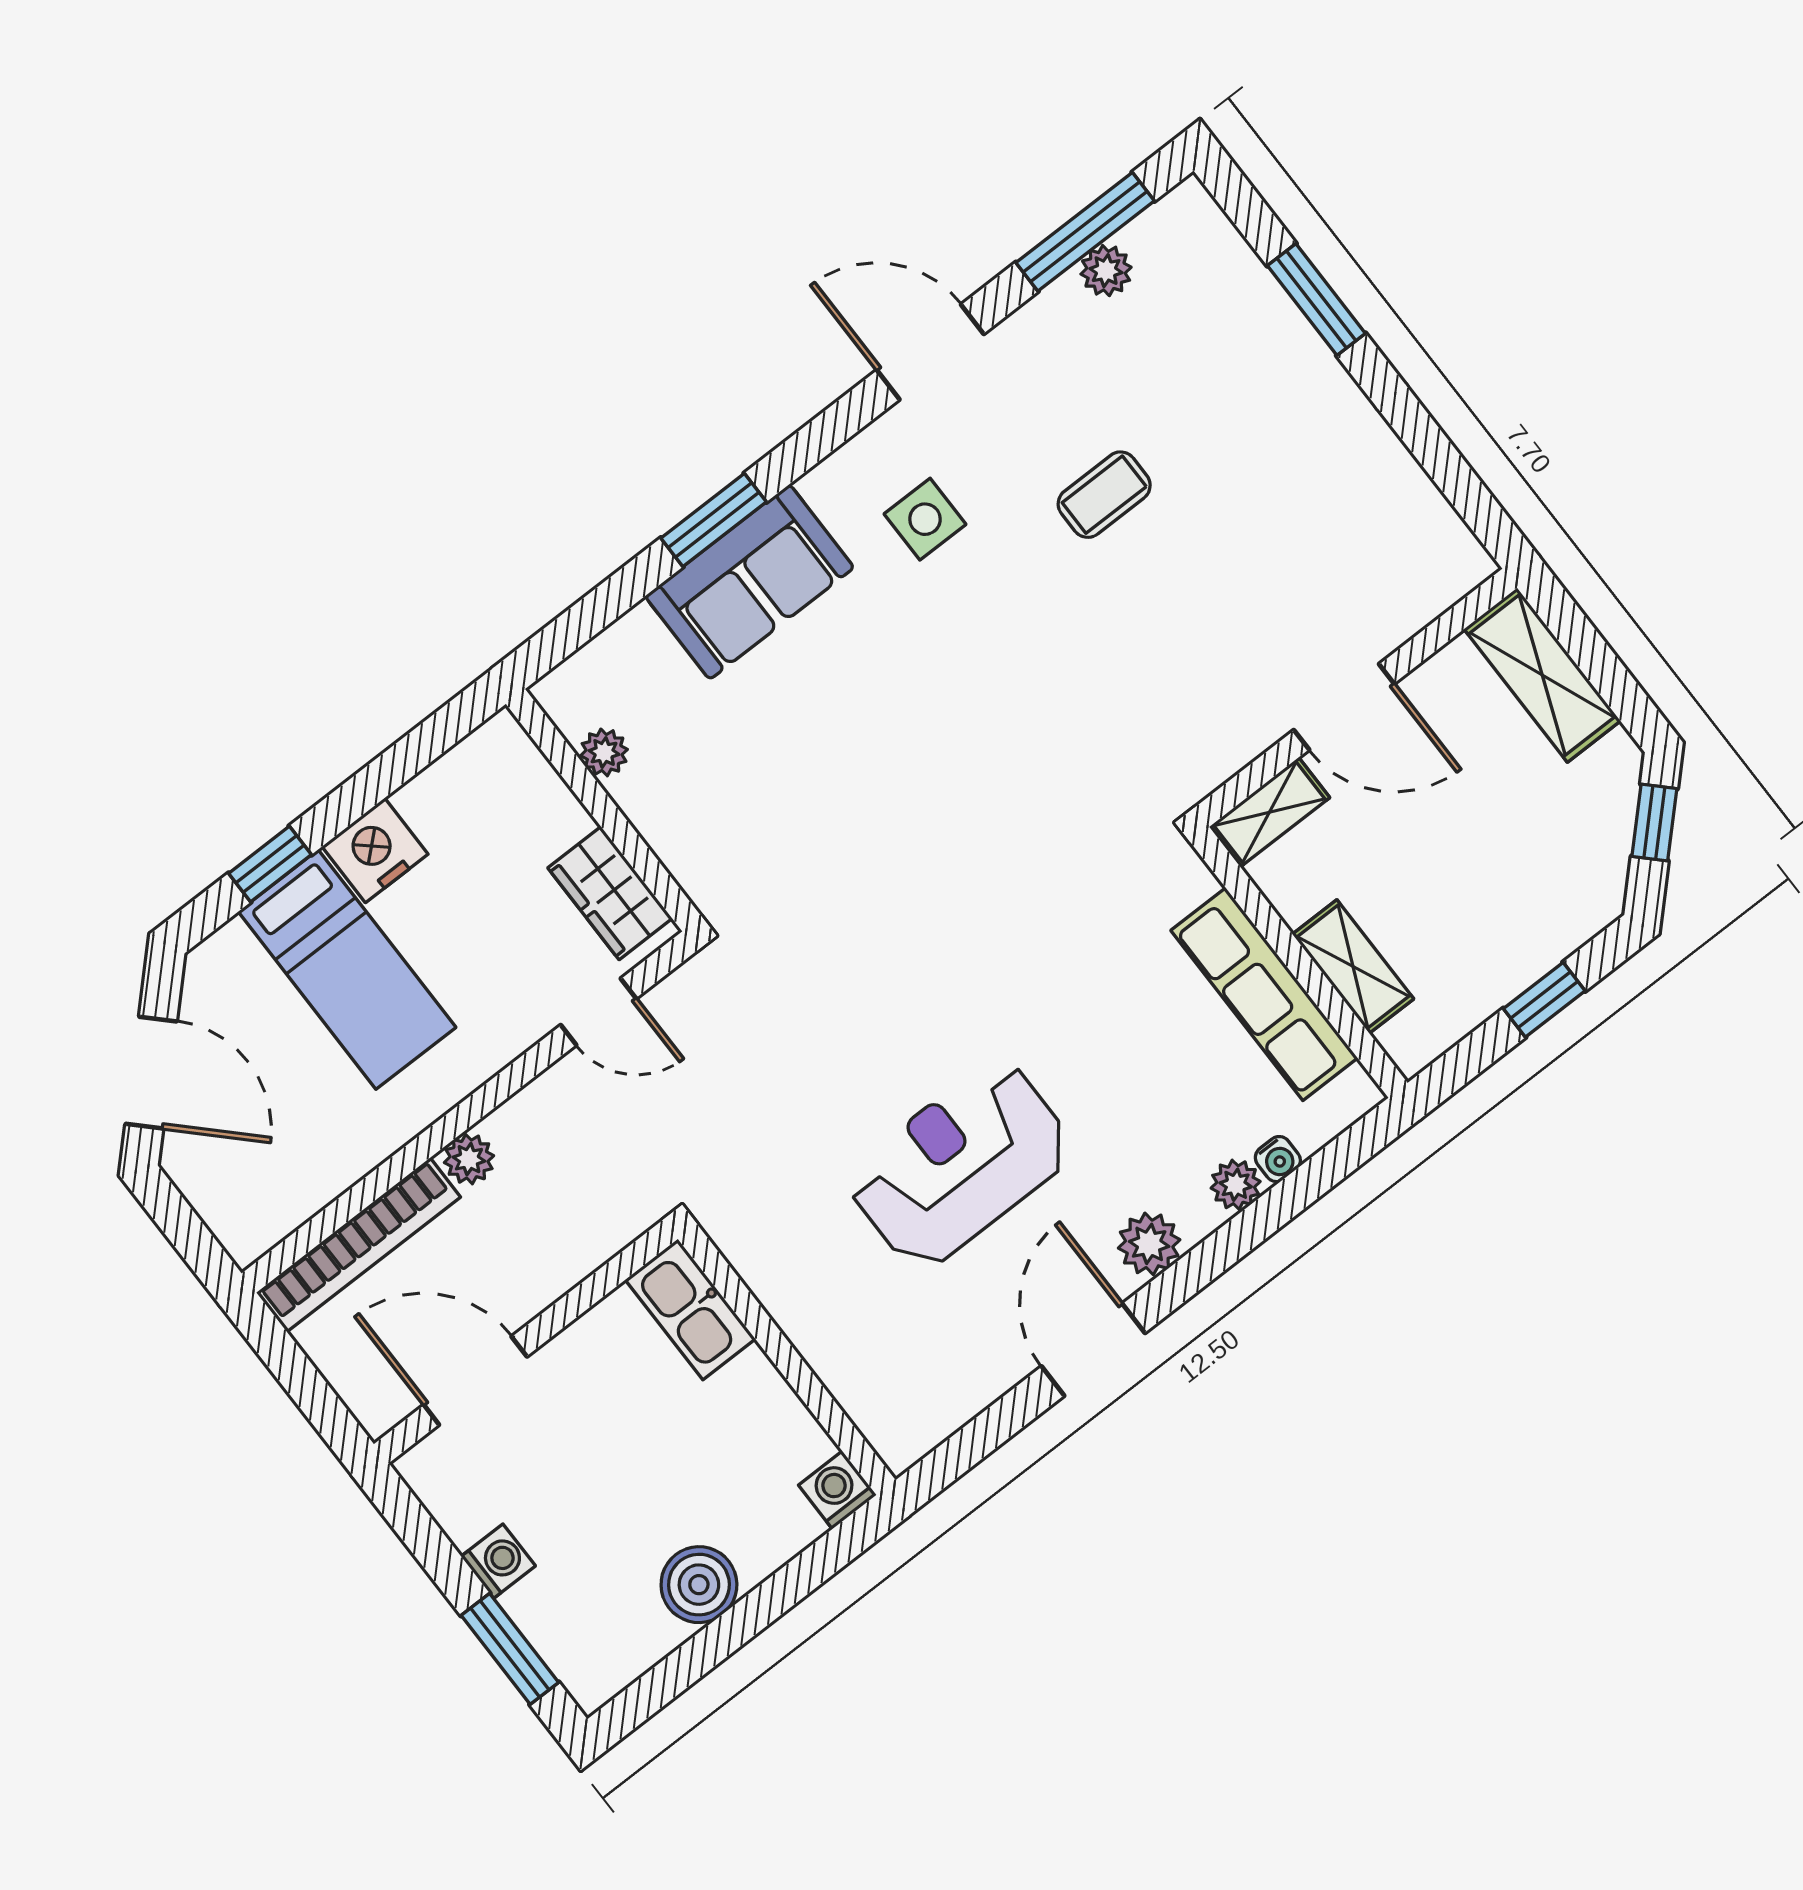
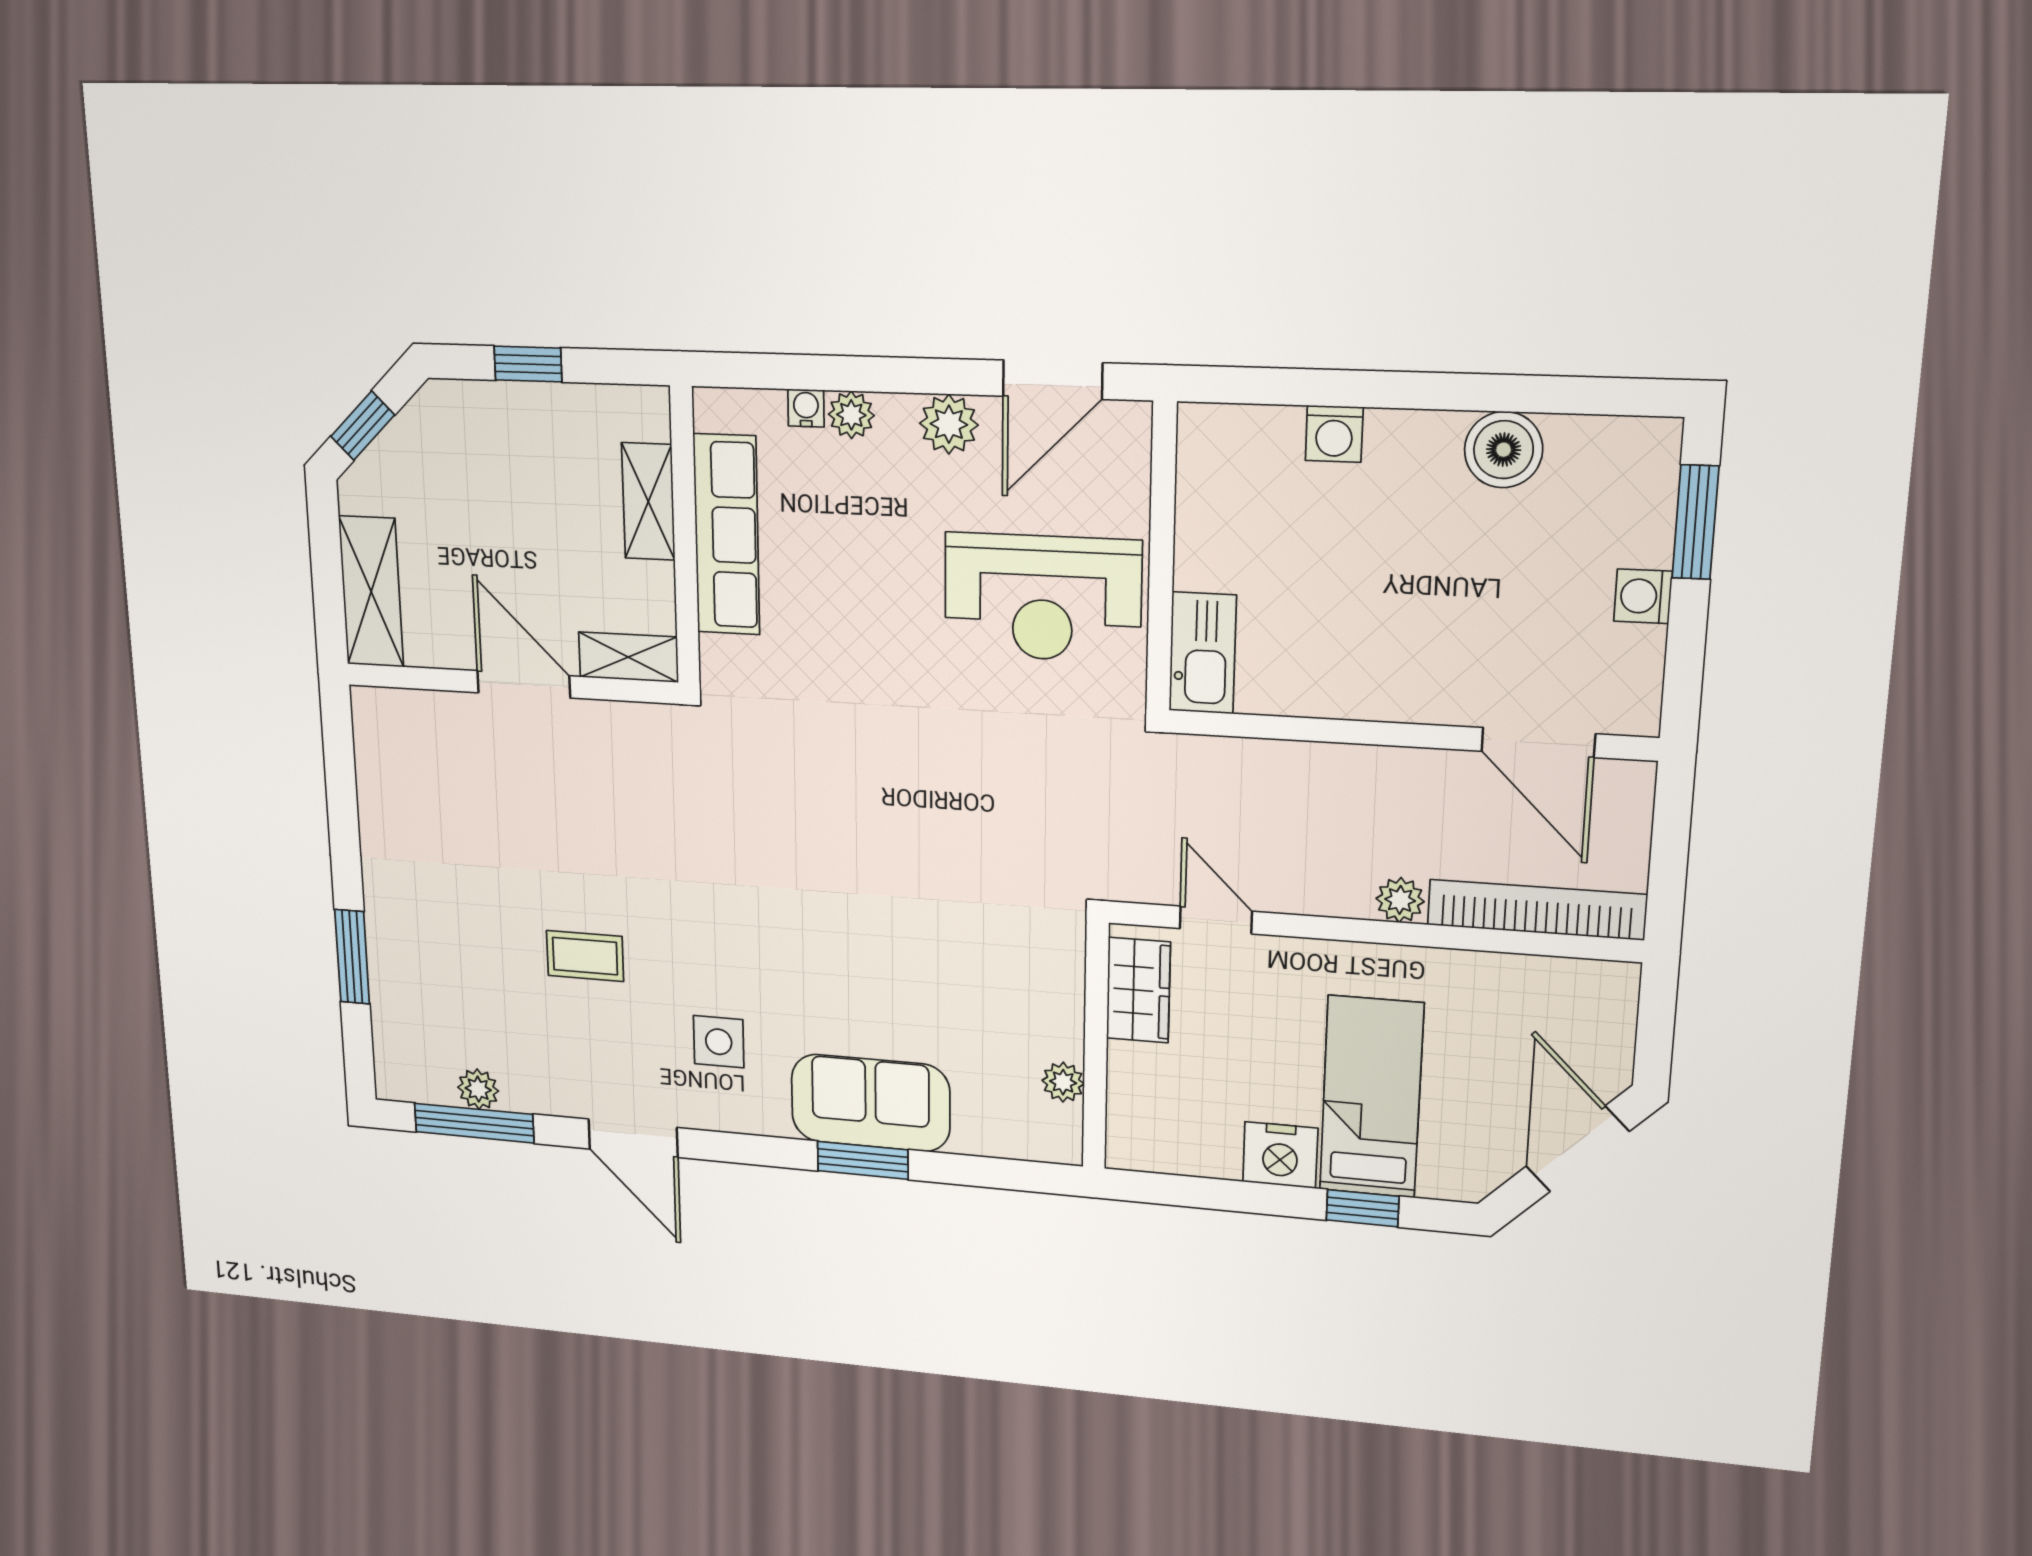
kitchen sink: (690, 1309) -> (1203, 653), moved
wall: (787, 1360) -> (1161, 558), moved

